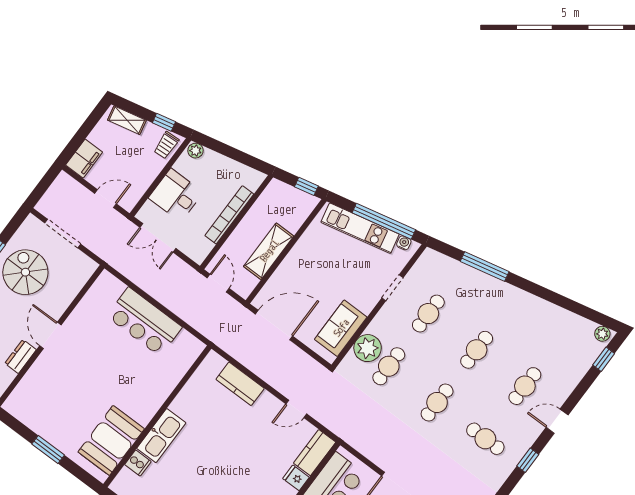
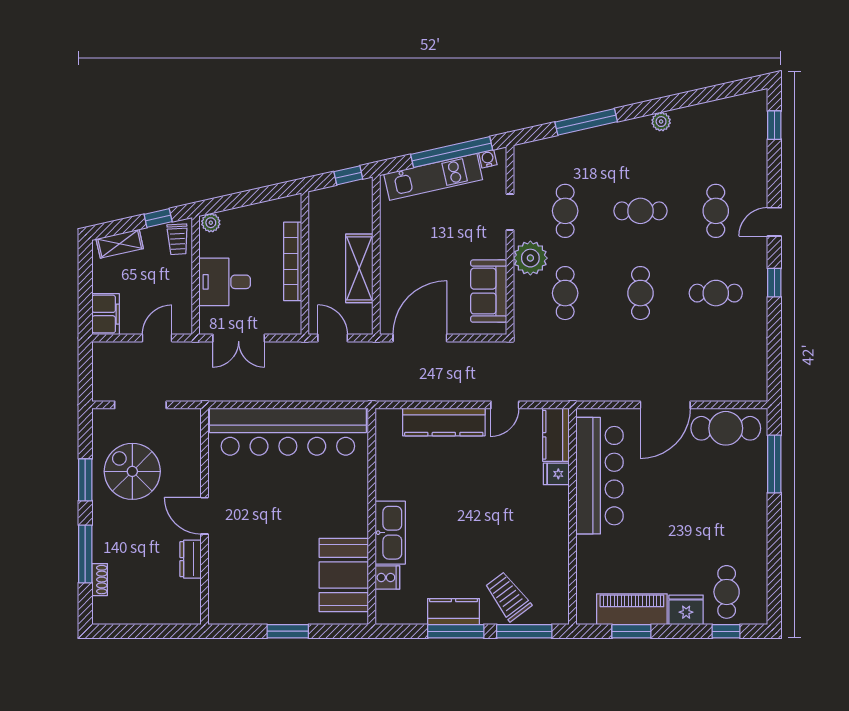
bar counter: (144, 322) -> (288, 432), width x1.86
plant: (602, 334) -> (661, 122), moved
plant: (368, 348) -> (530, 258), moved
cafe table: (477, 350) -> (640, 211), turned 90
kitchen counter: (240, 384) -> (444, 422), width x1.50

